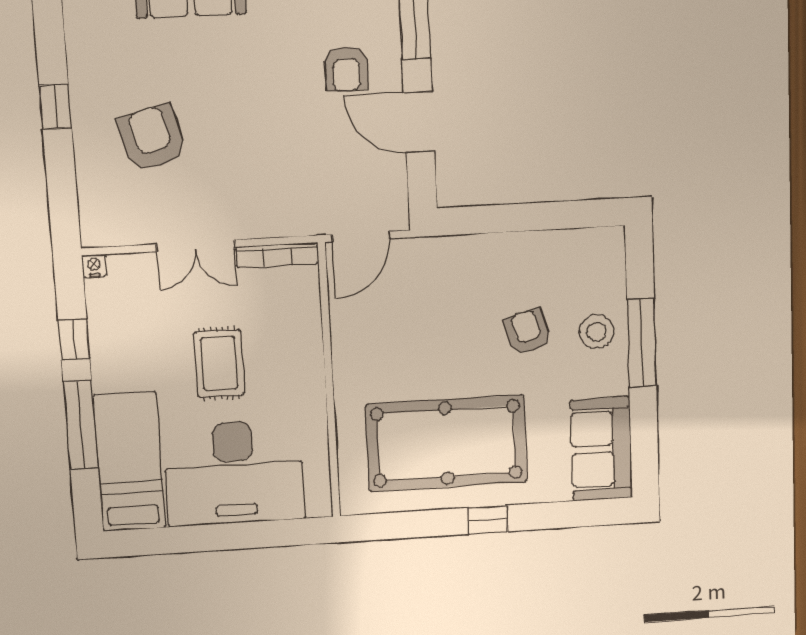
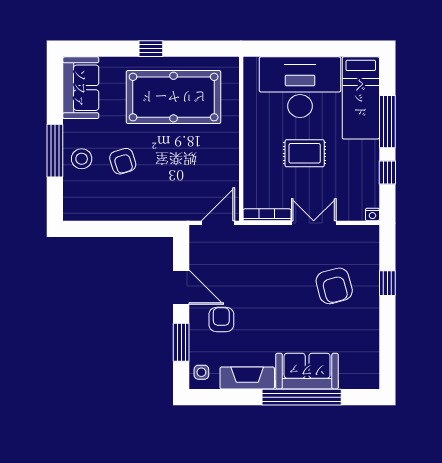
window: (55, 107) -> (387, 283), moved
rug: (219, 363) -> (305, 153), turned 90

